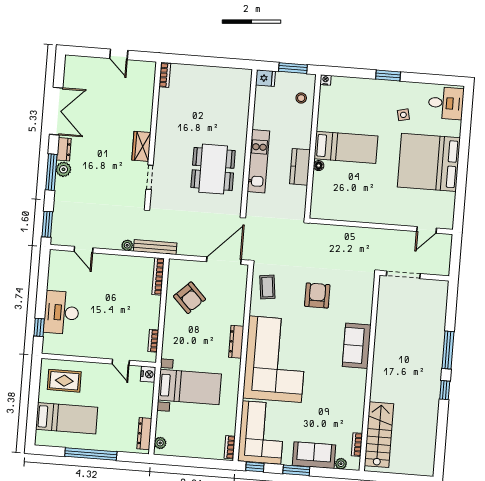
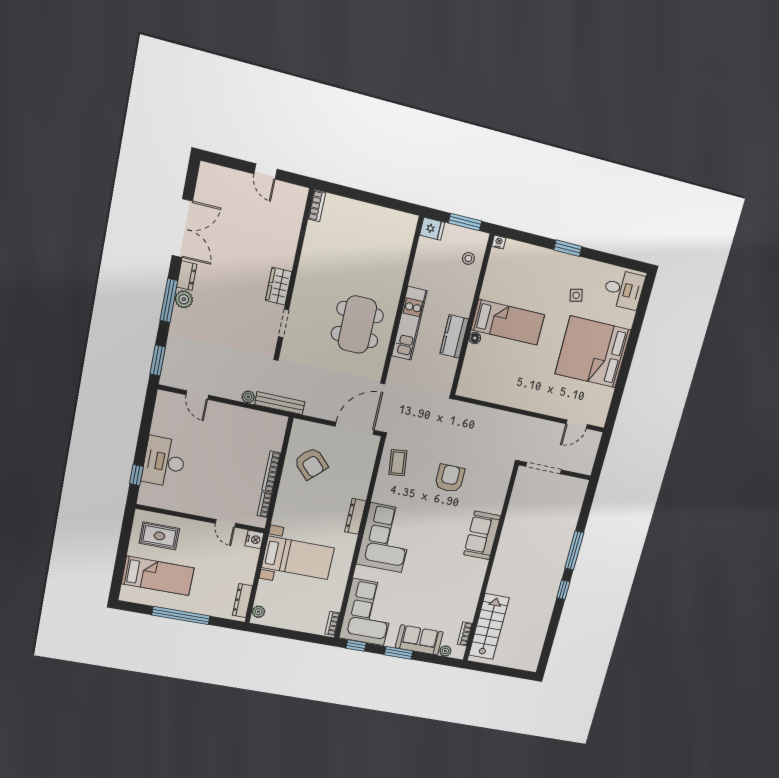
bookcase: (158, 276) -> (271, 472), moved
corner sofa: (275, 359) -> (386, 538), width x0.73, depth x0.74

